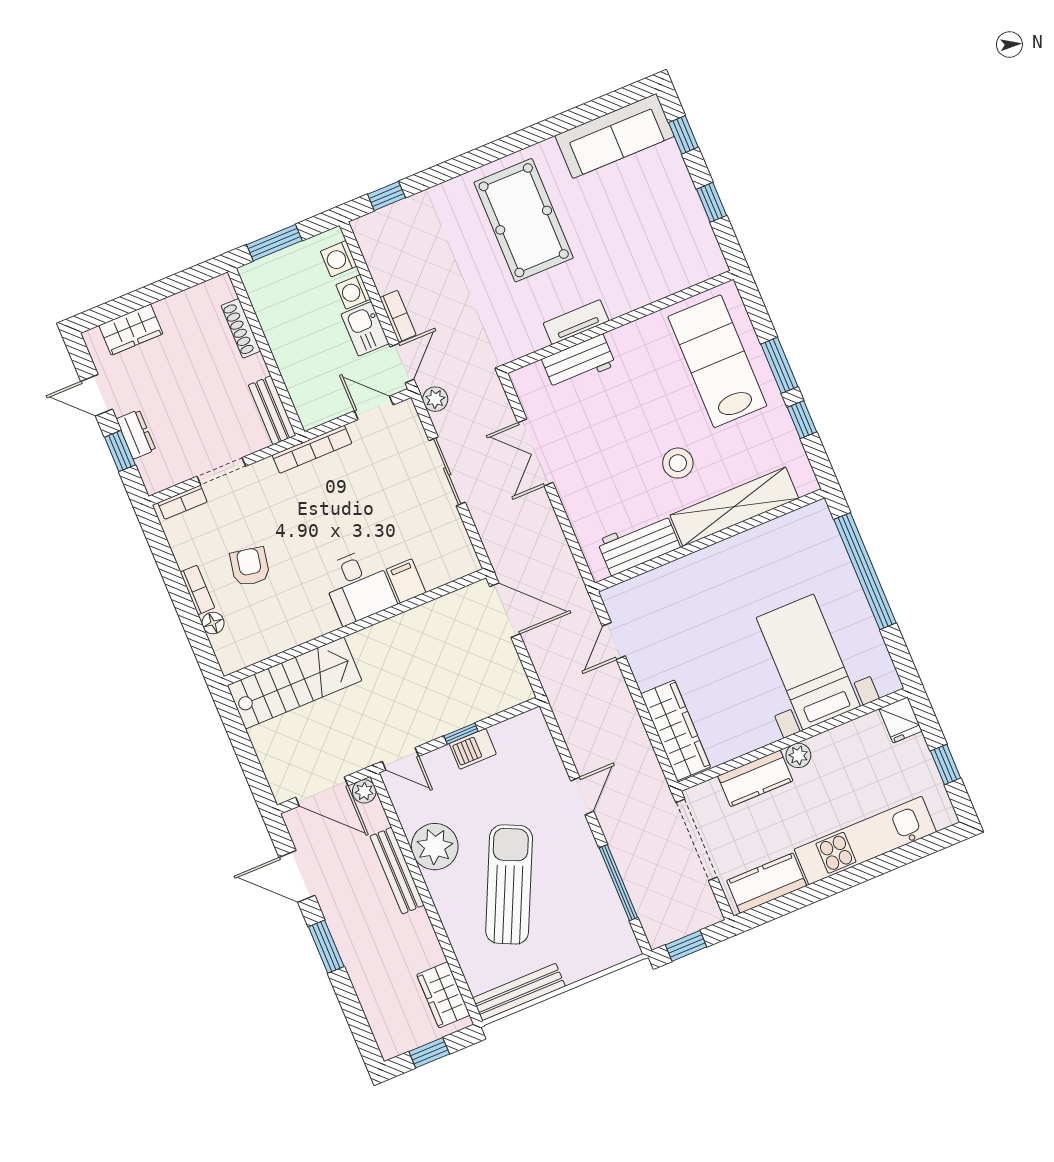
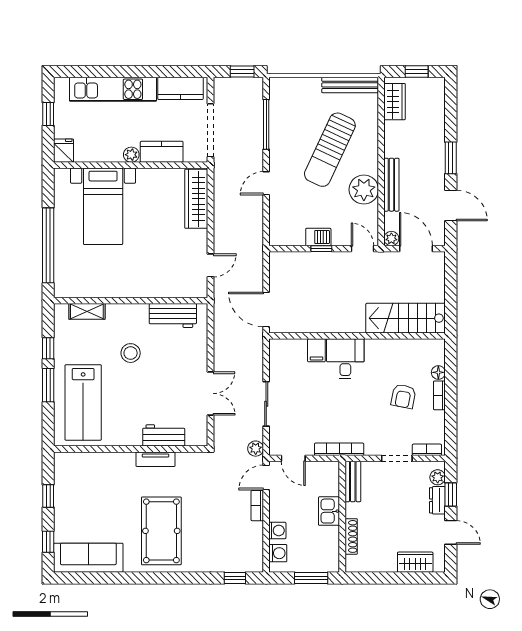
kitchen sink: (365, 329) -> (329, 511), moved, turned 180
plant: (150, 468) -> (438, 477), added
shelving: (734, 507) -> (87, 311), width x0.45, depth x0.75

